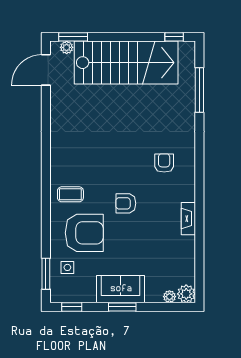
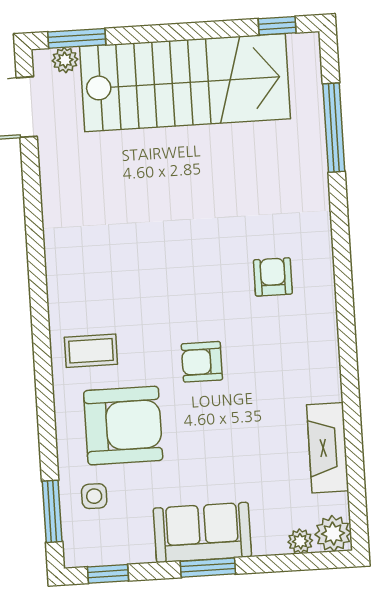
fireplace: (188, 219) -> (328, 448), moved, width x1.37, depth x1.32

